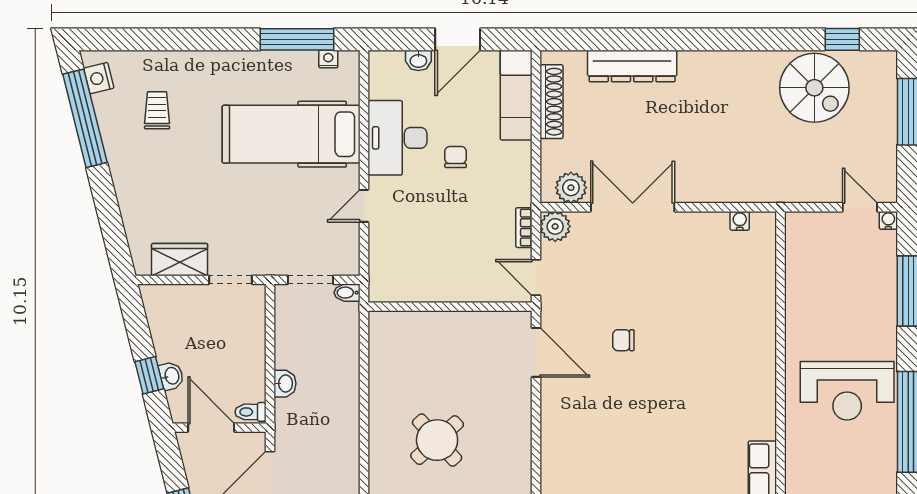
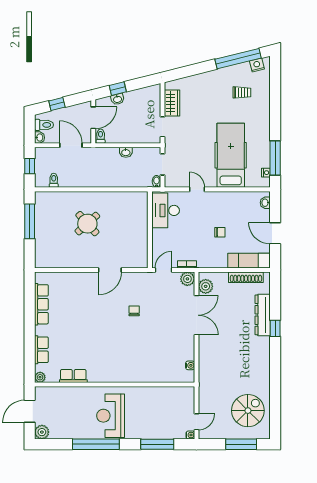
window: (842, 39) -> (275, 328), moved
washbasin: (418, 60) -> (265, 203), moved
spiral stairs: (814, 88) -> (248, 411), moved, turned 180
desk: (397, 138) -> (166, 210), moved, turned -90
door: (536, 352) -> (110, 270), moved
washbasin: (285, 384) -> (126, 152), moved

